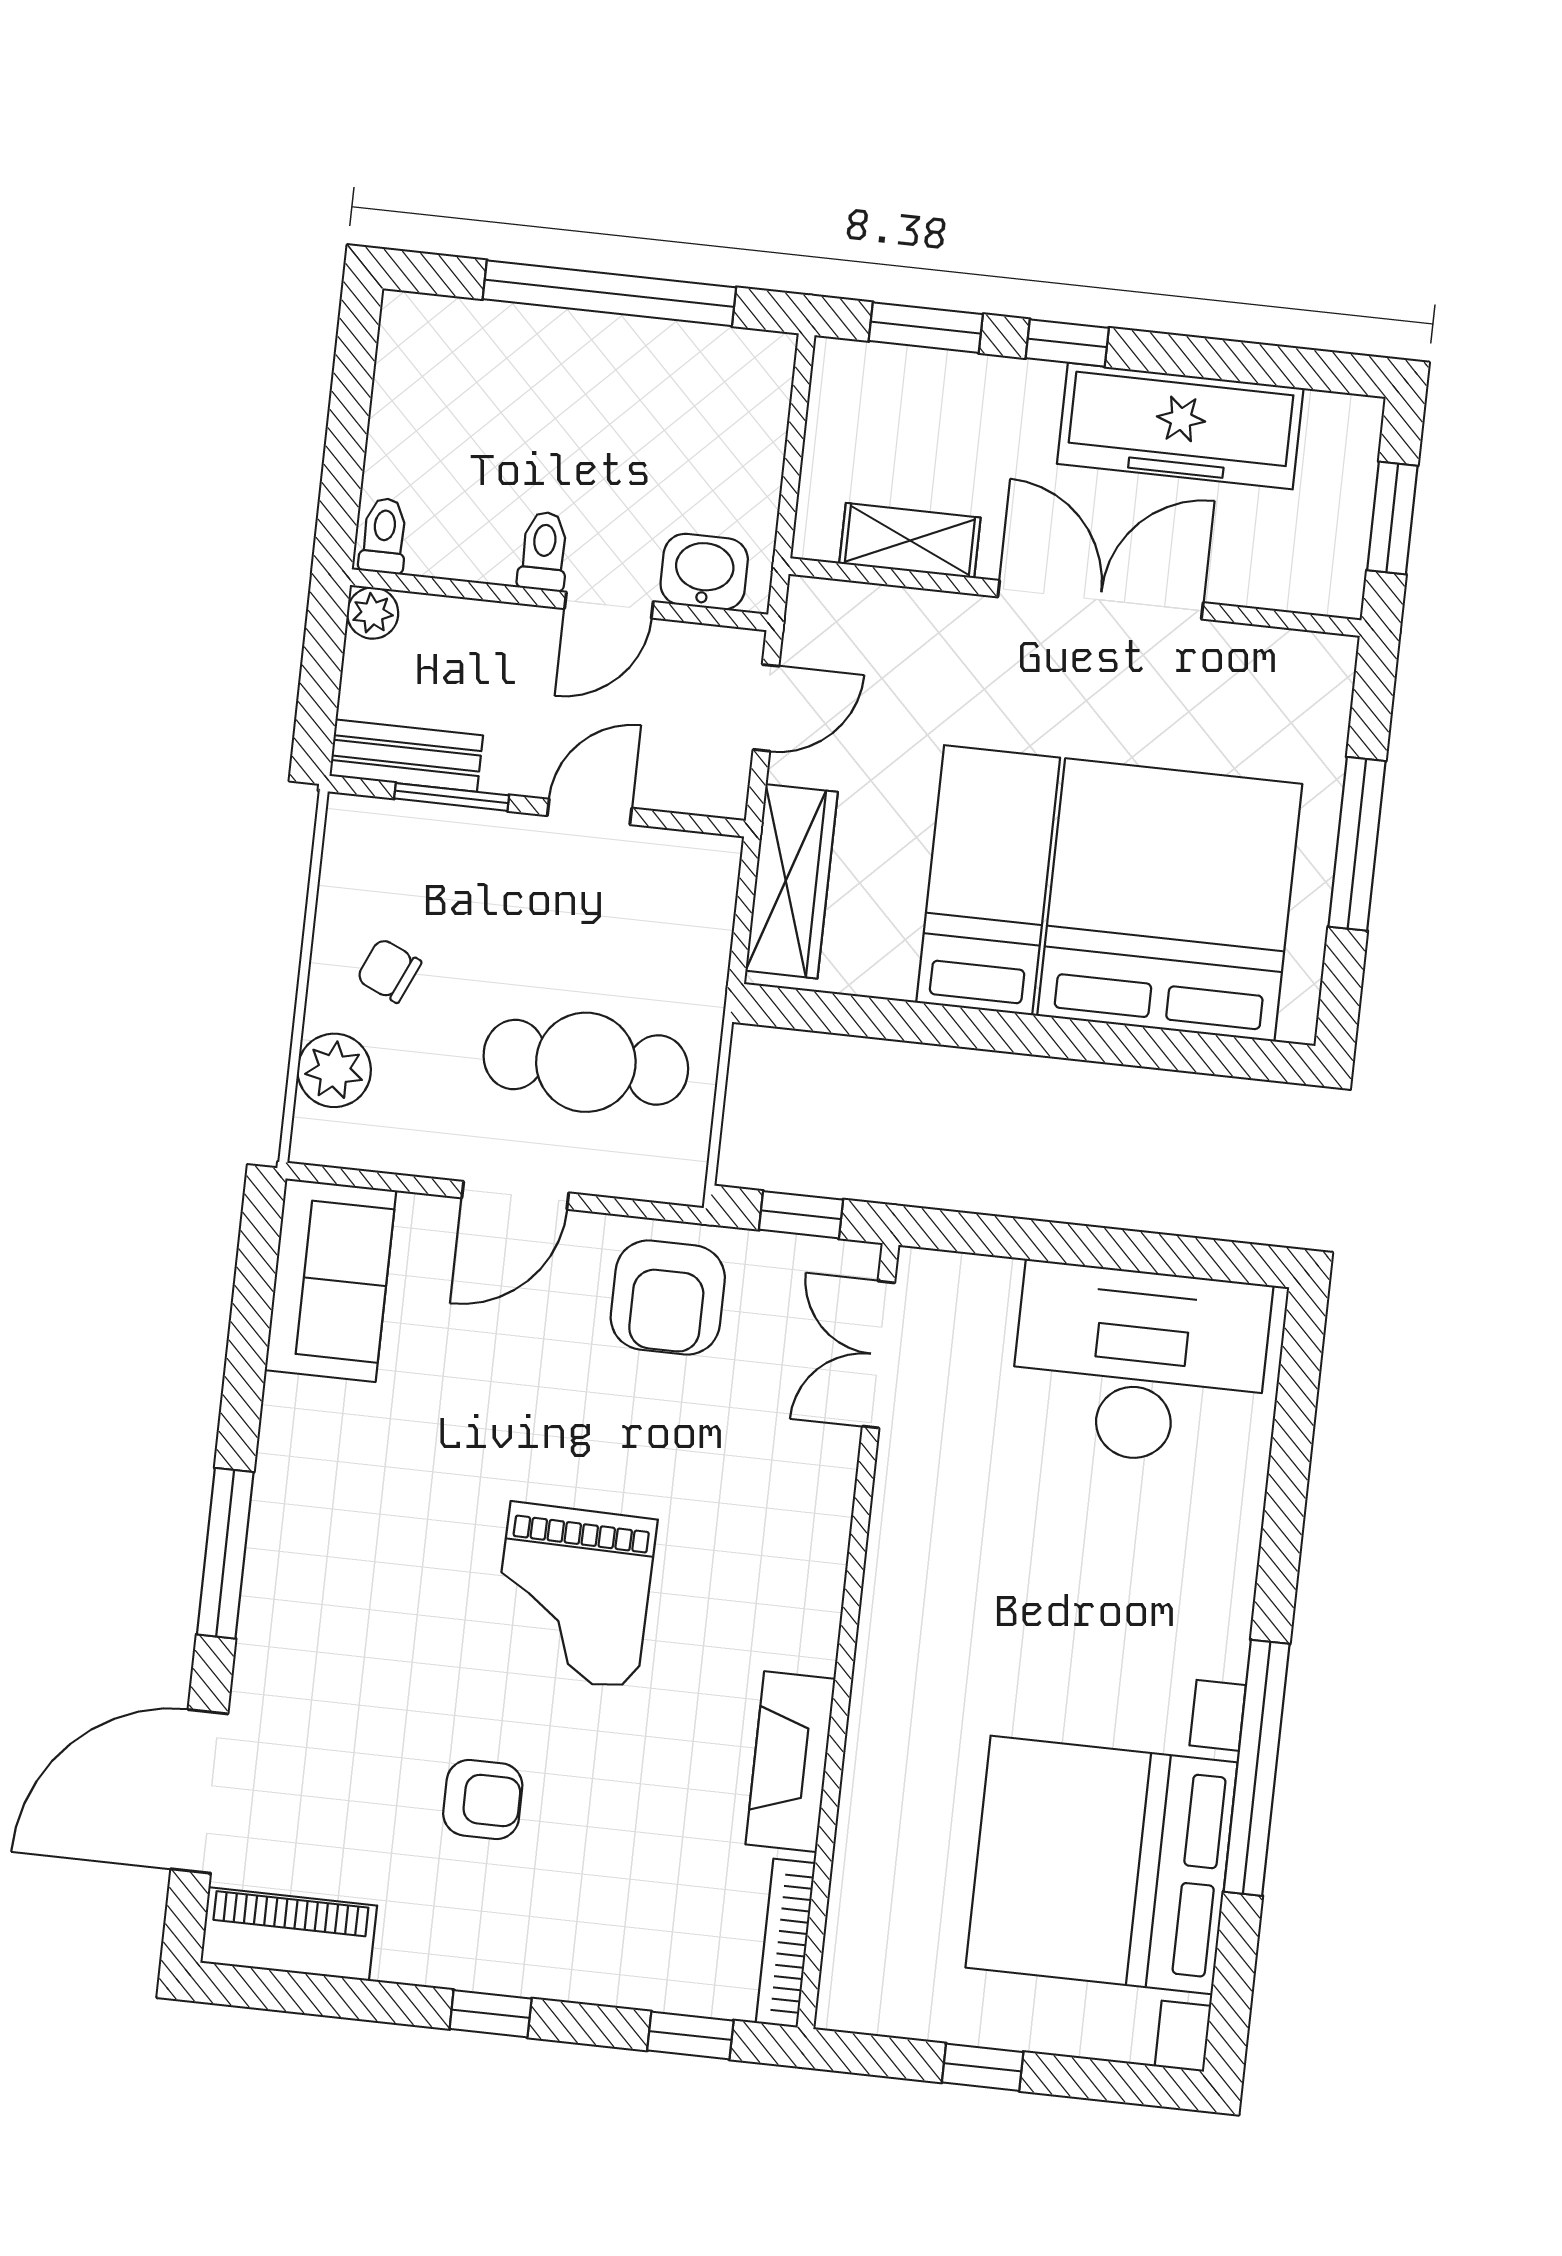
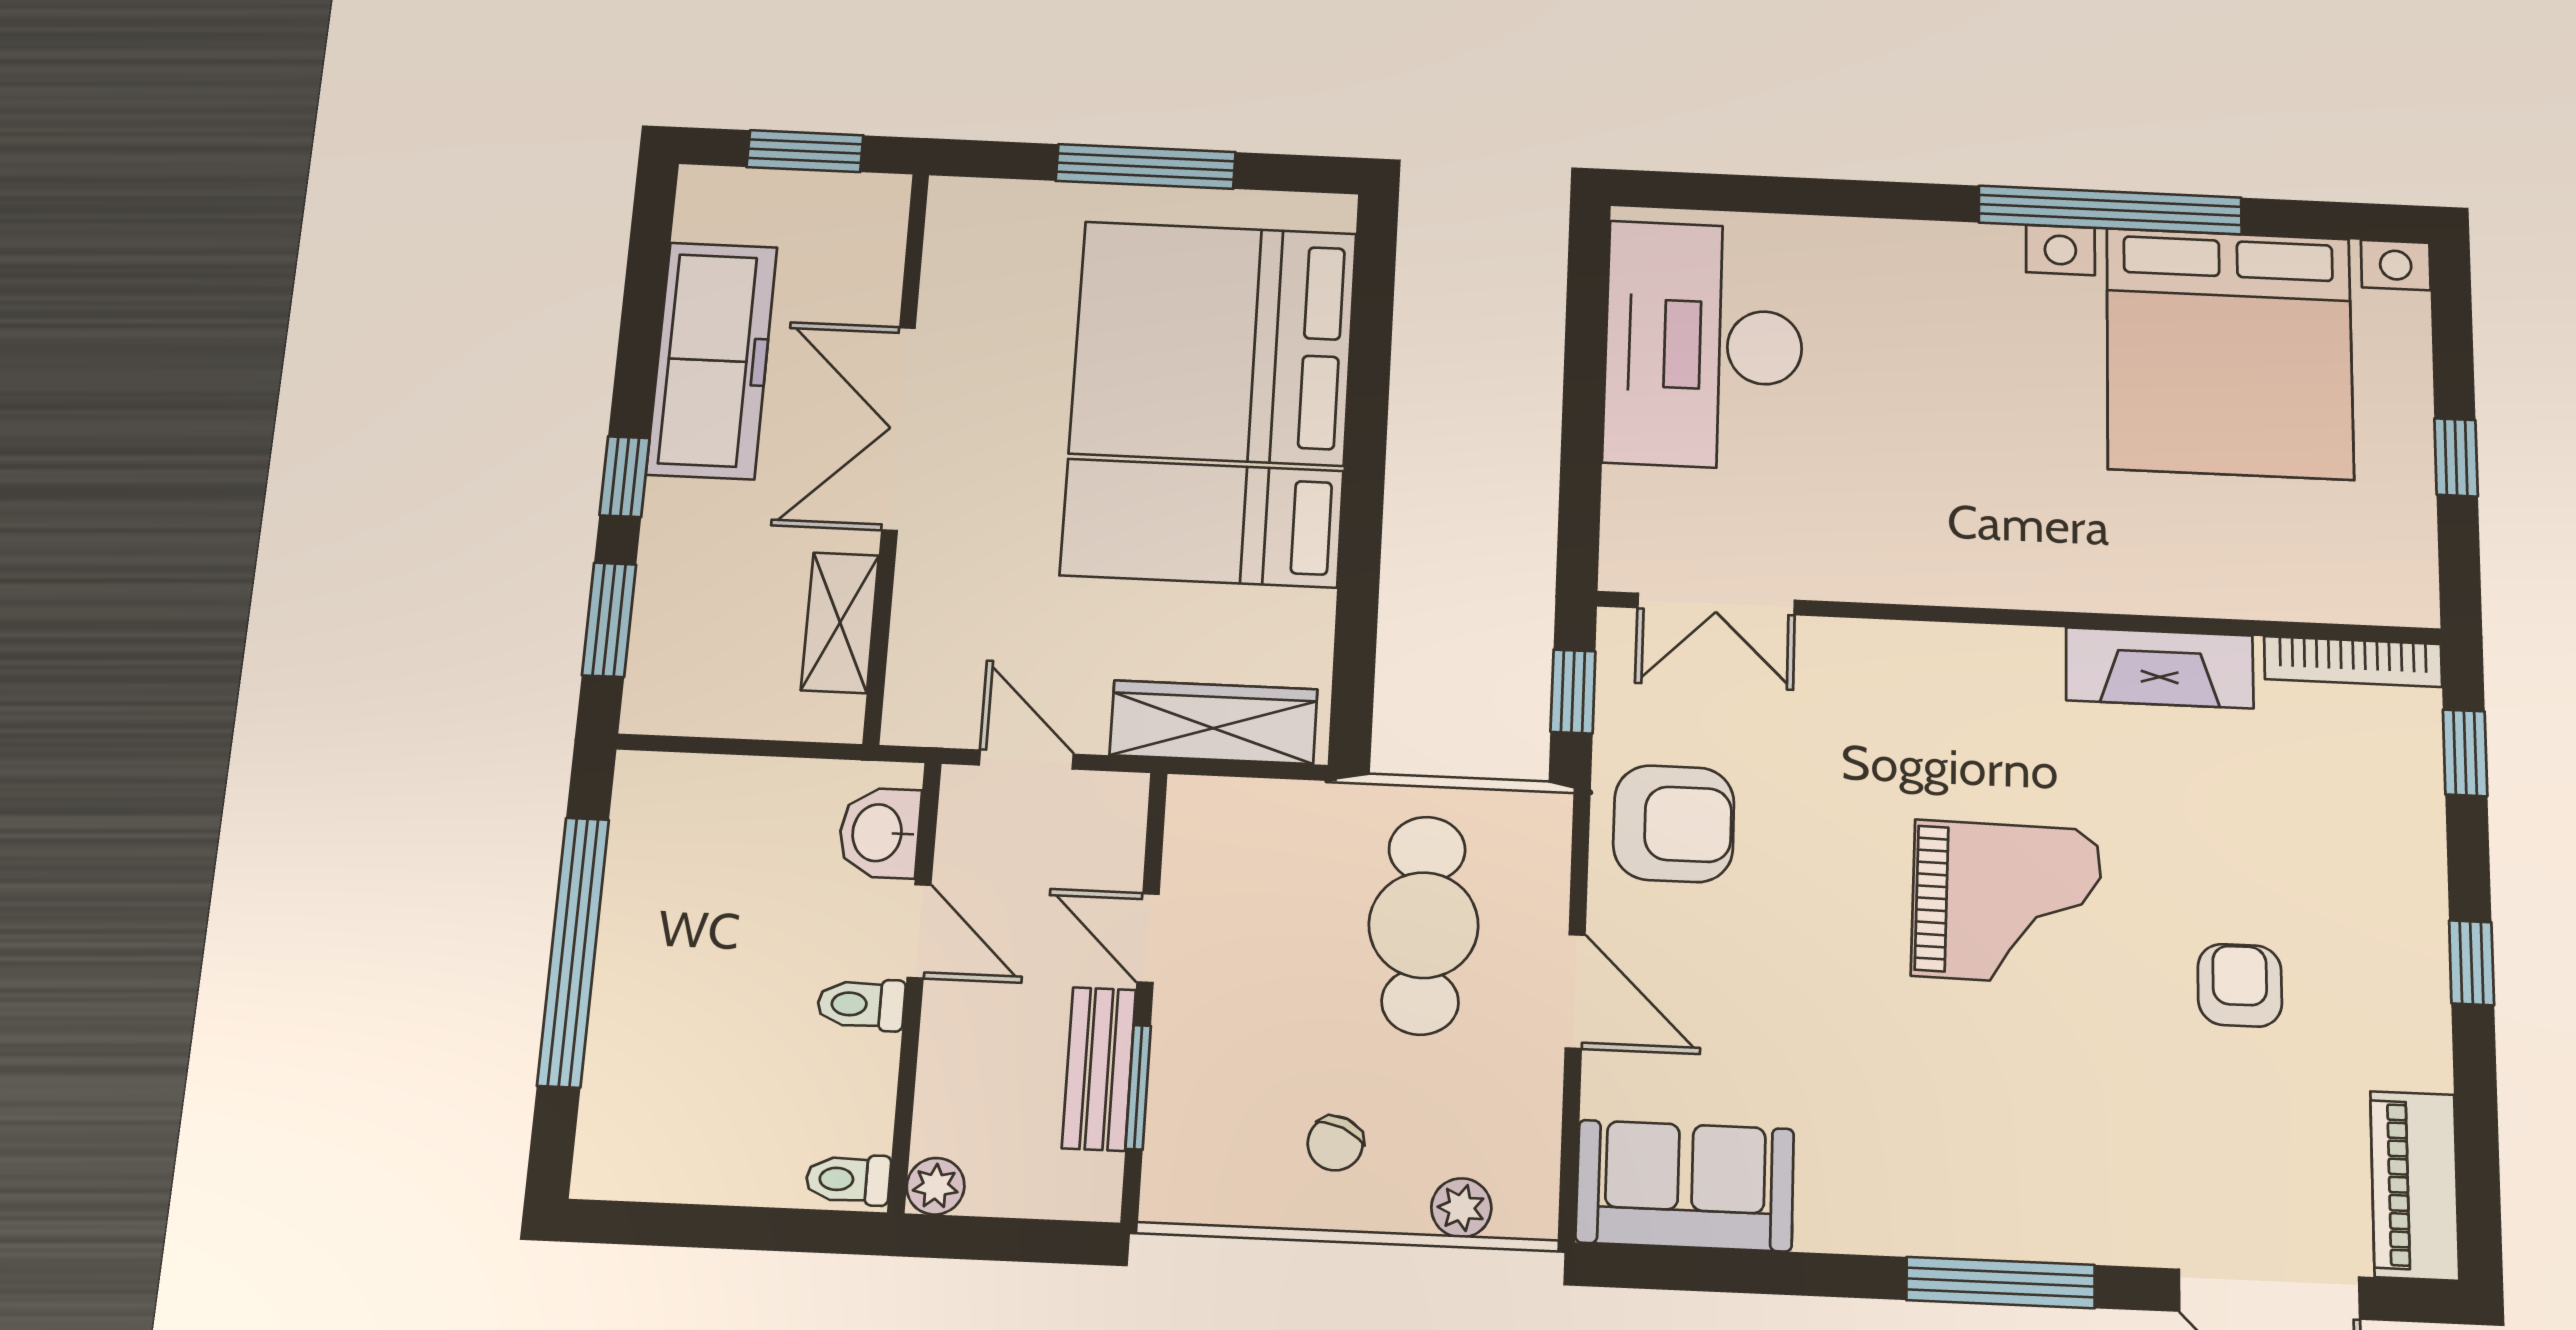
bench: (406, 756) -> (1099, 1069), moved
plant: (334, 1070) -> (1461, 1208), width x0.73, depth x0.73

